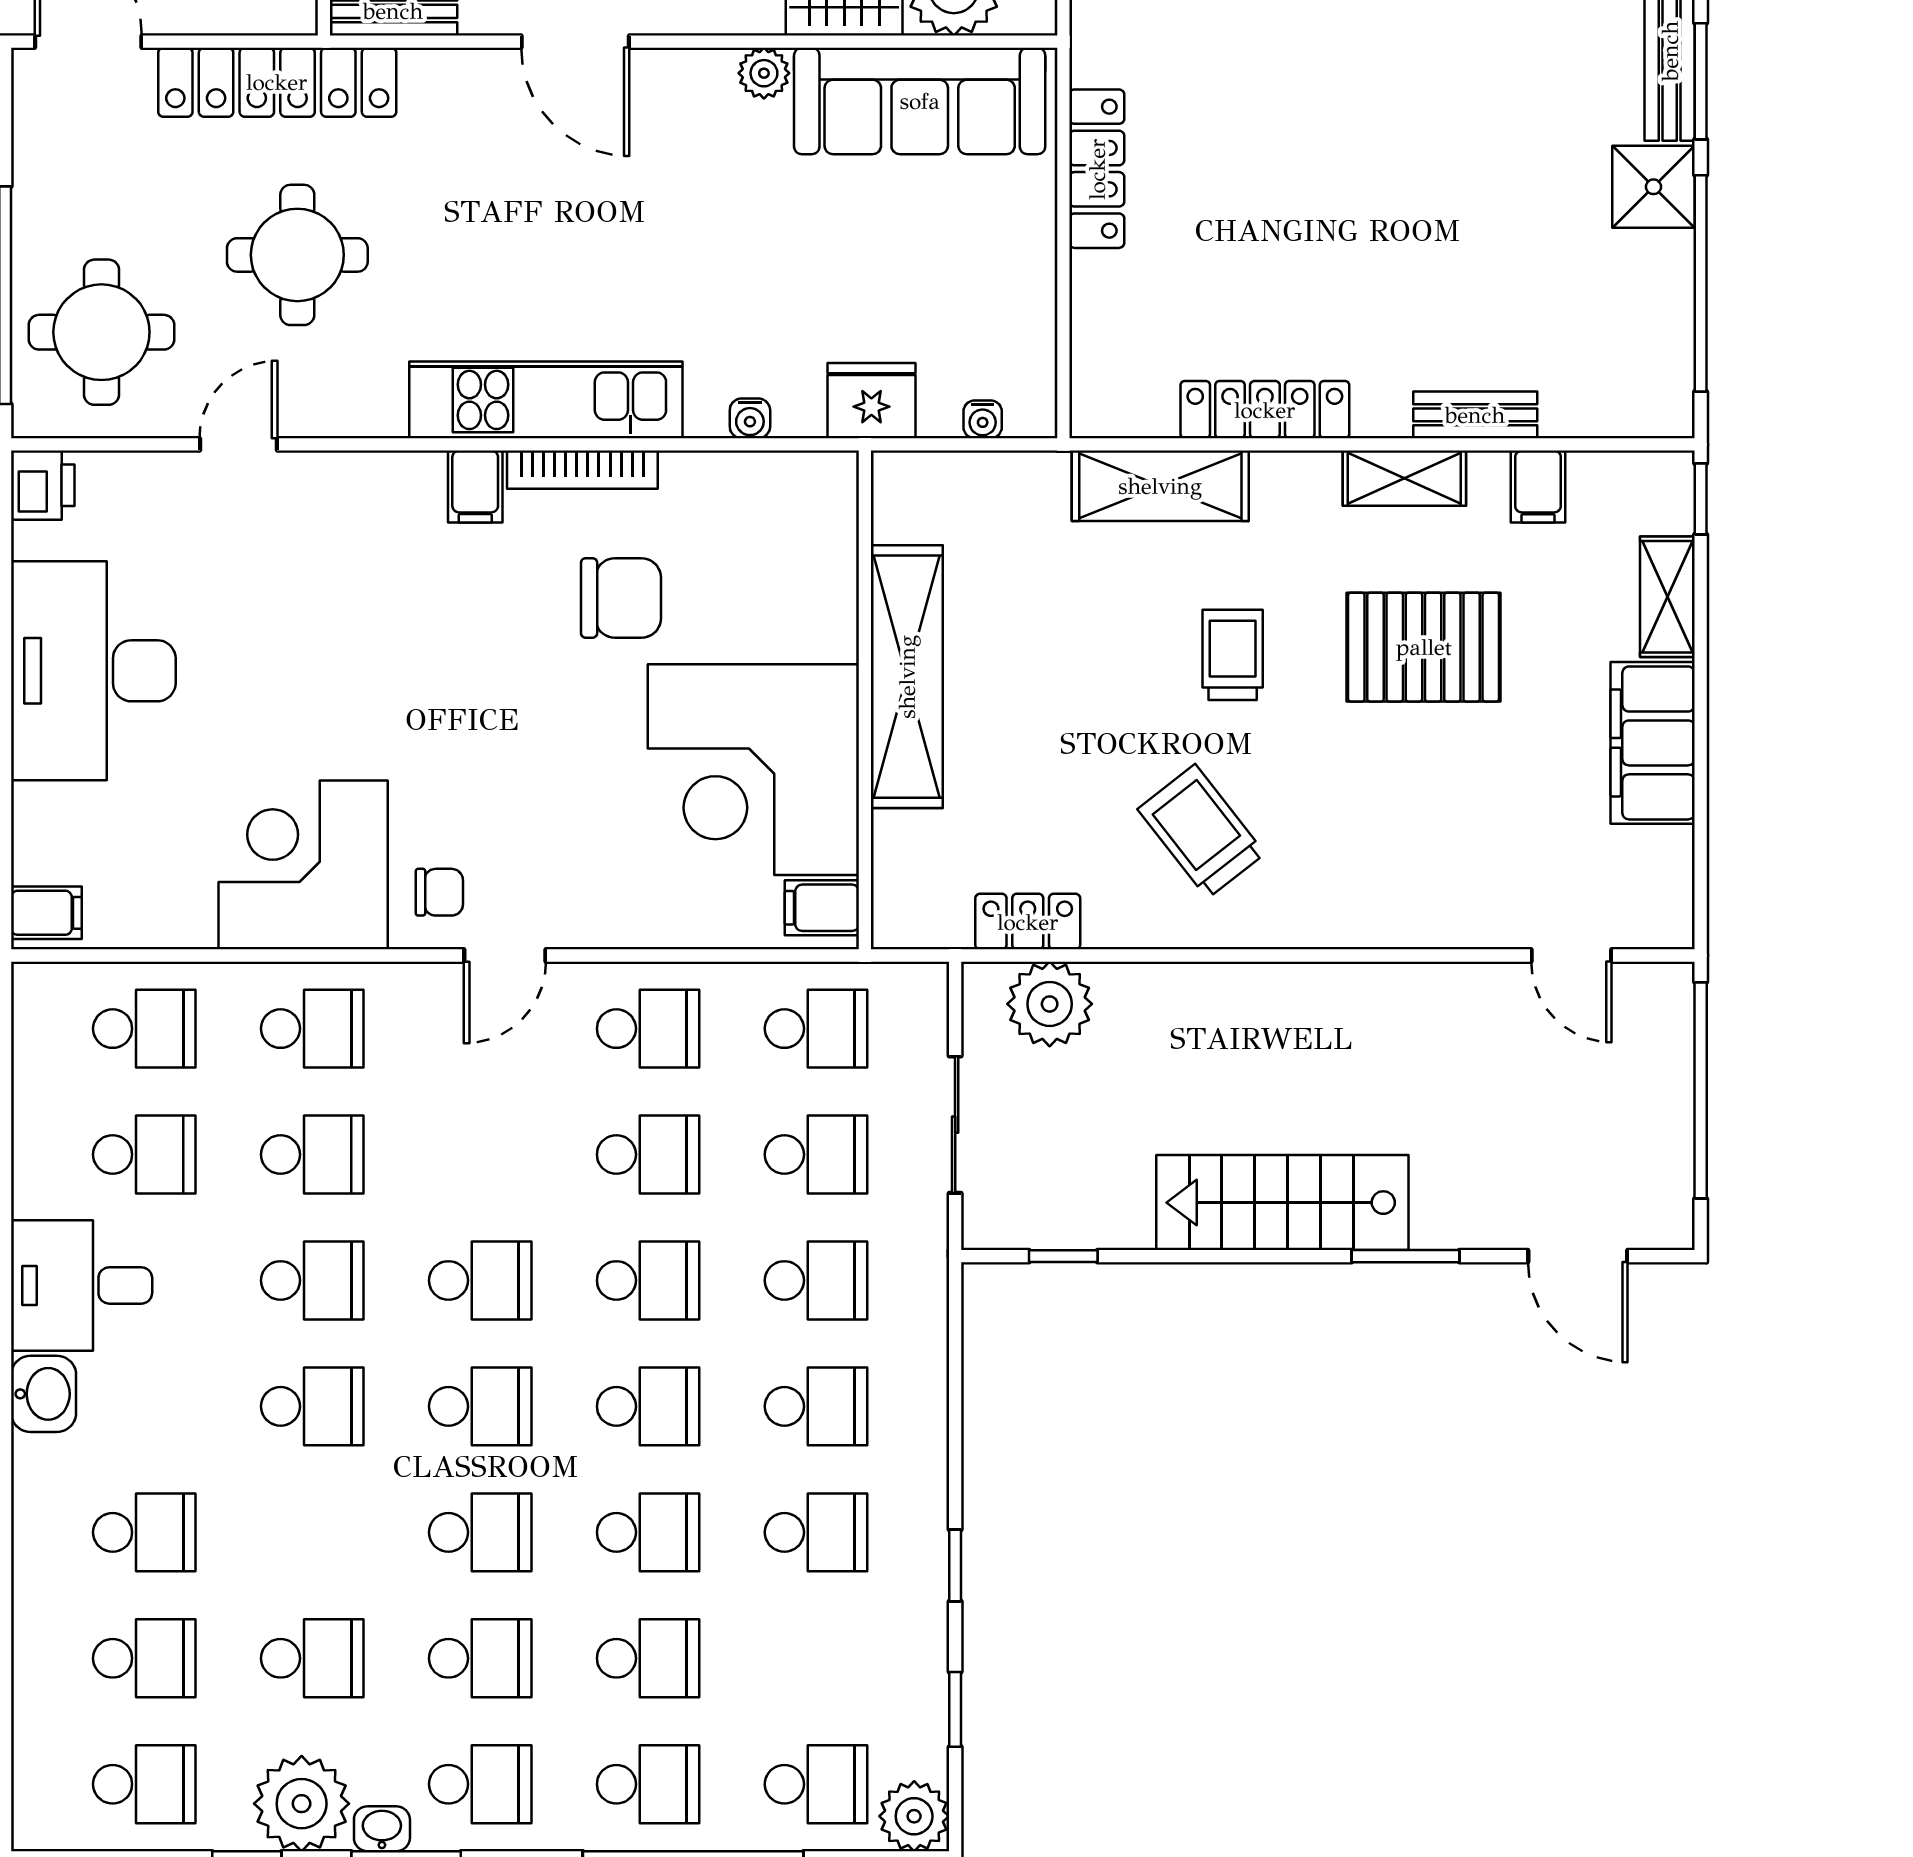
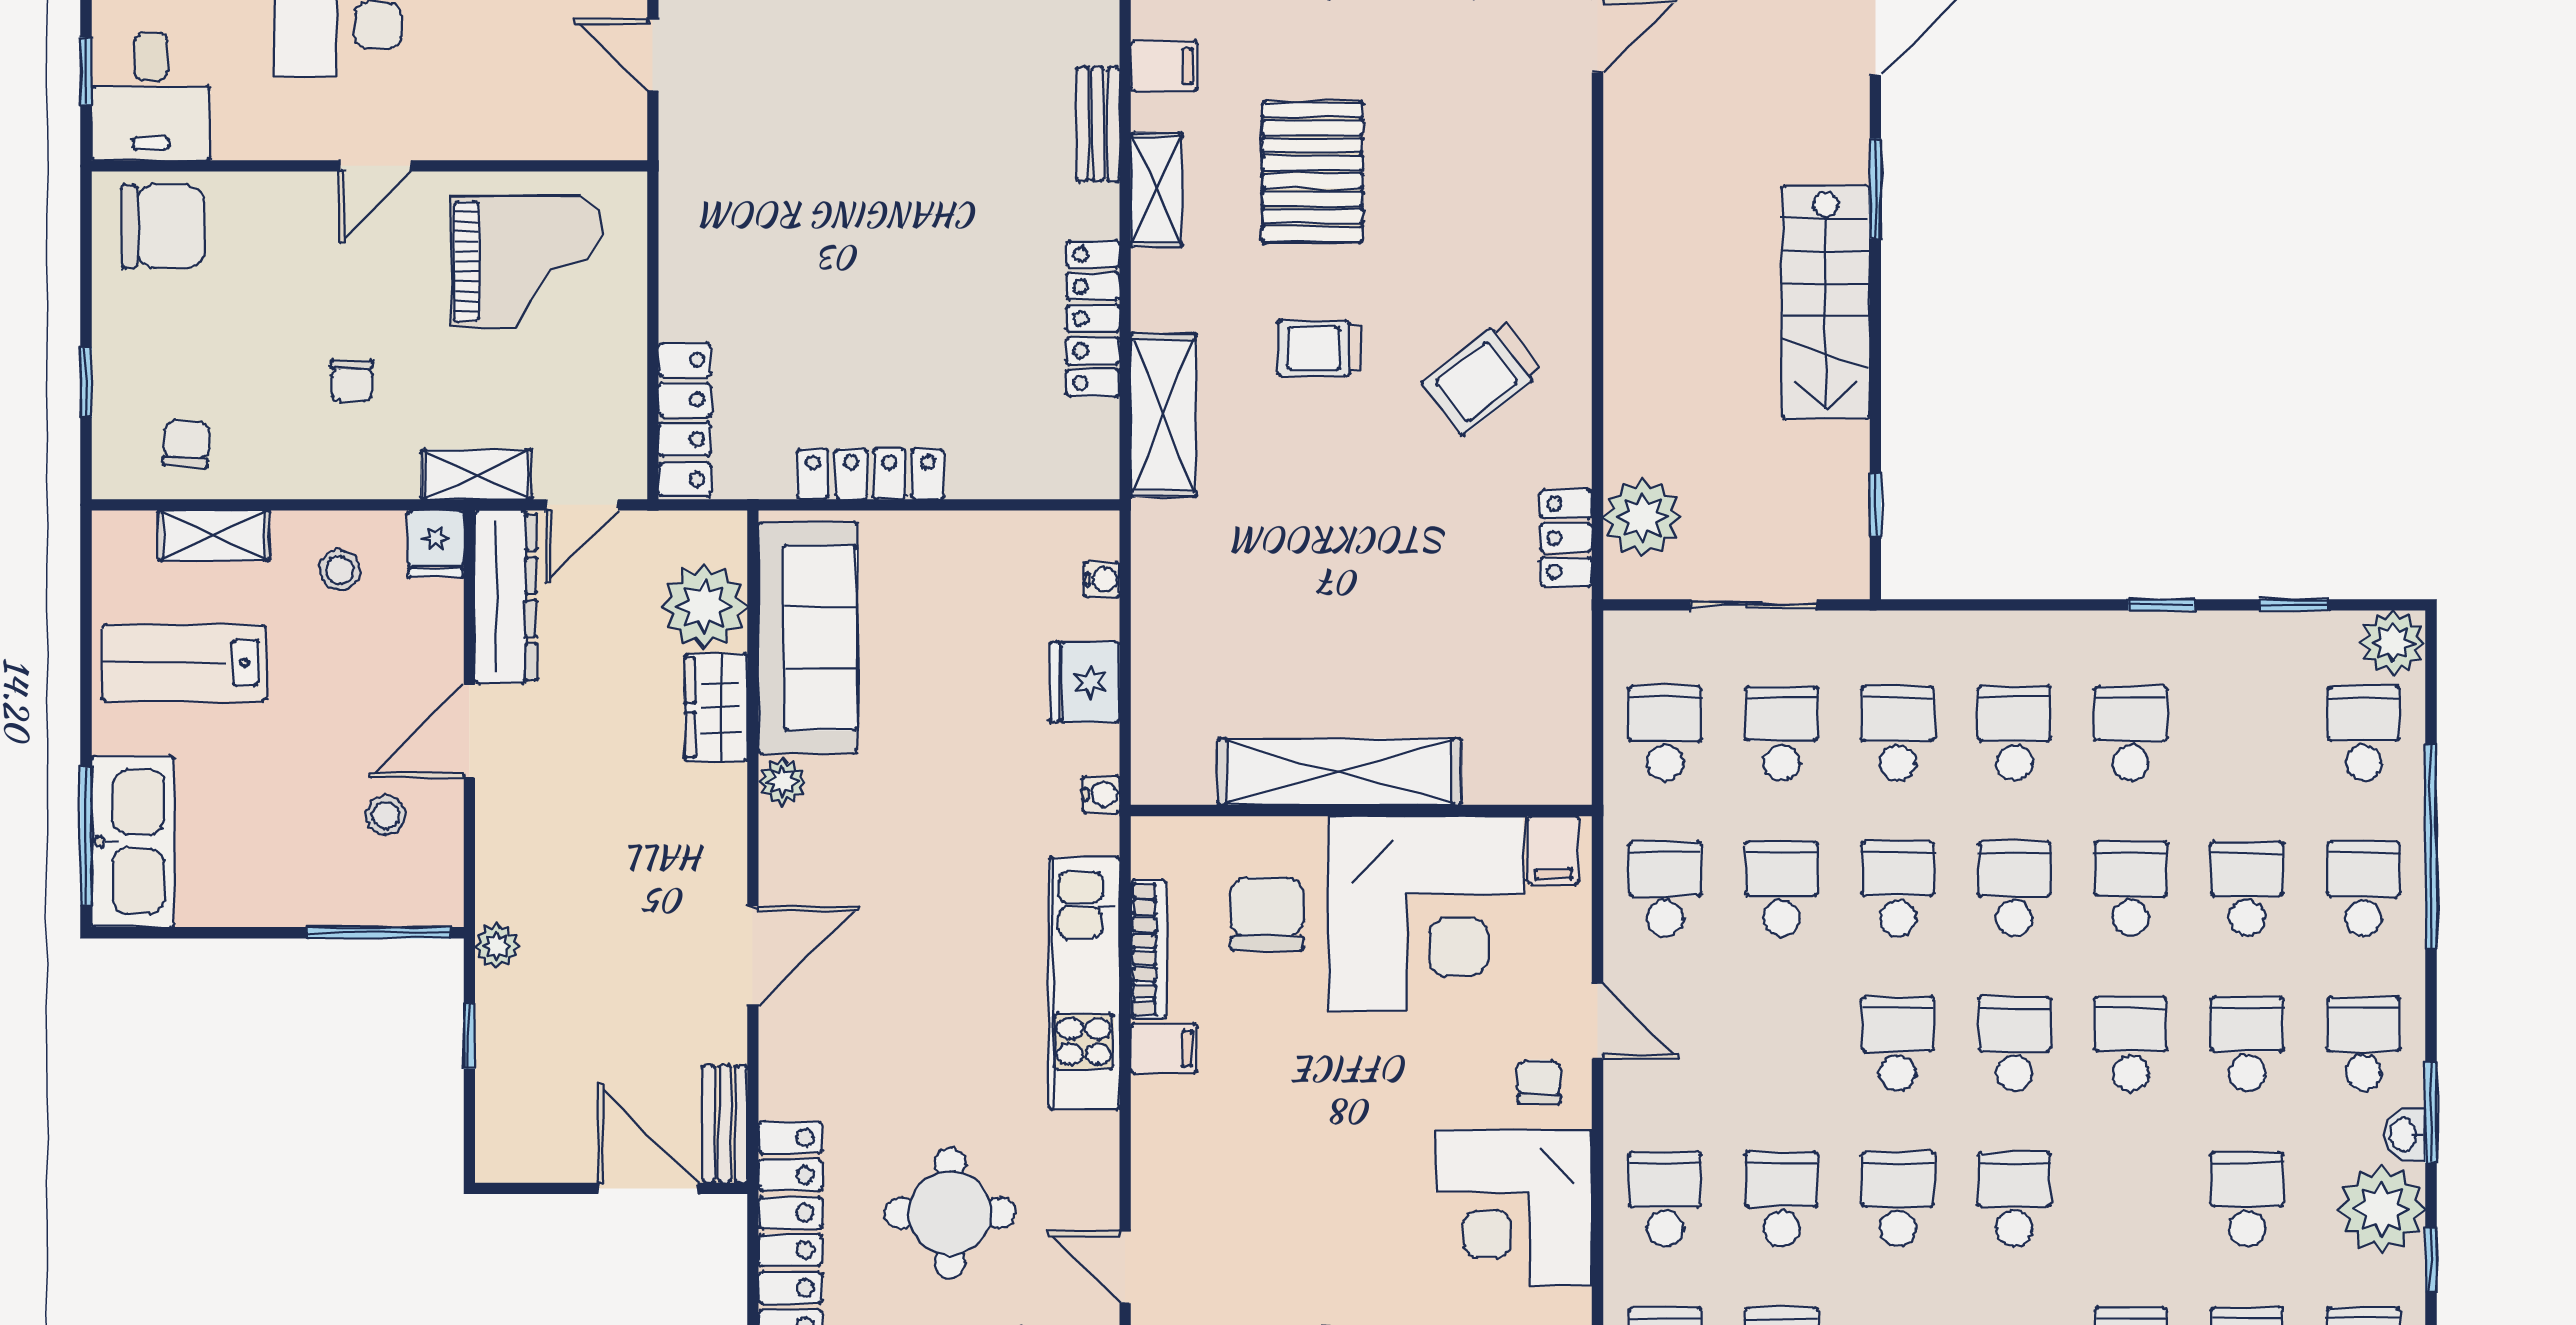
shelving: (907, 677) -> (1340, 772), moved
wall: (865, 700) -> (1361, 811), moved
corner desk: (753, 770) -> (1426, 914), moved
filing cabinet: (822, 908) -> (1553, 850), moved

